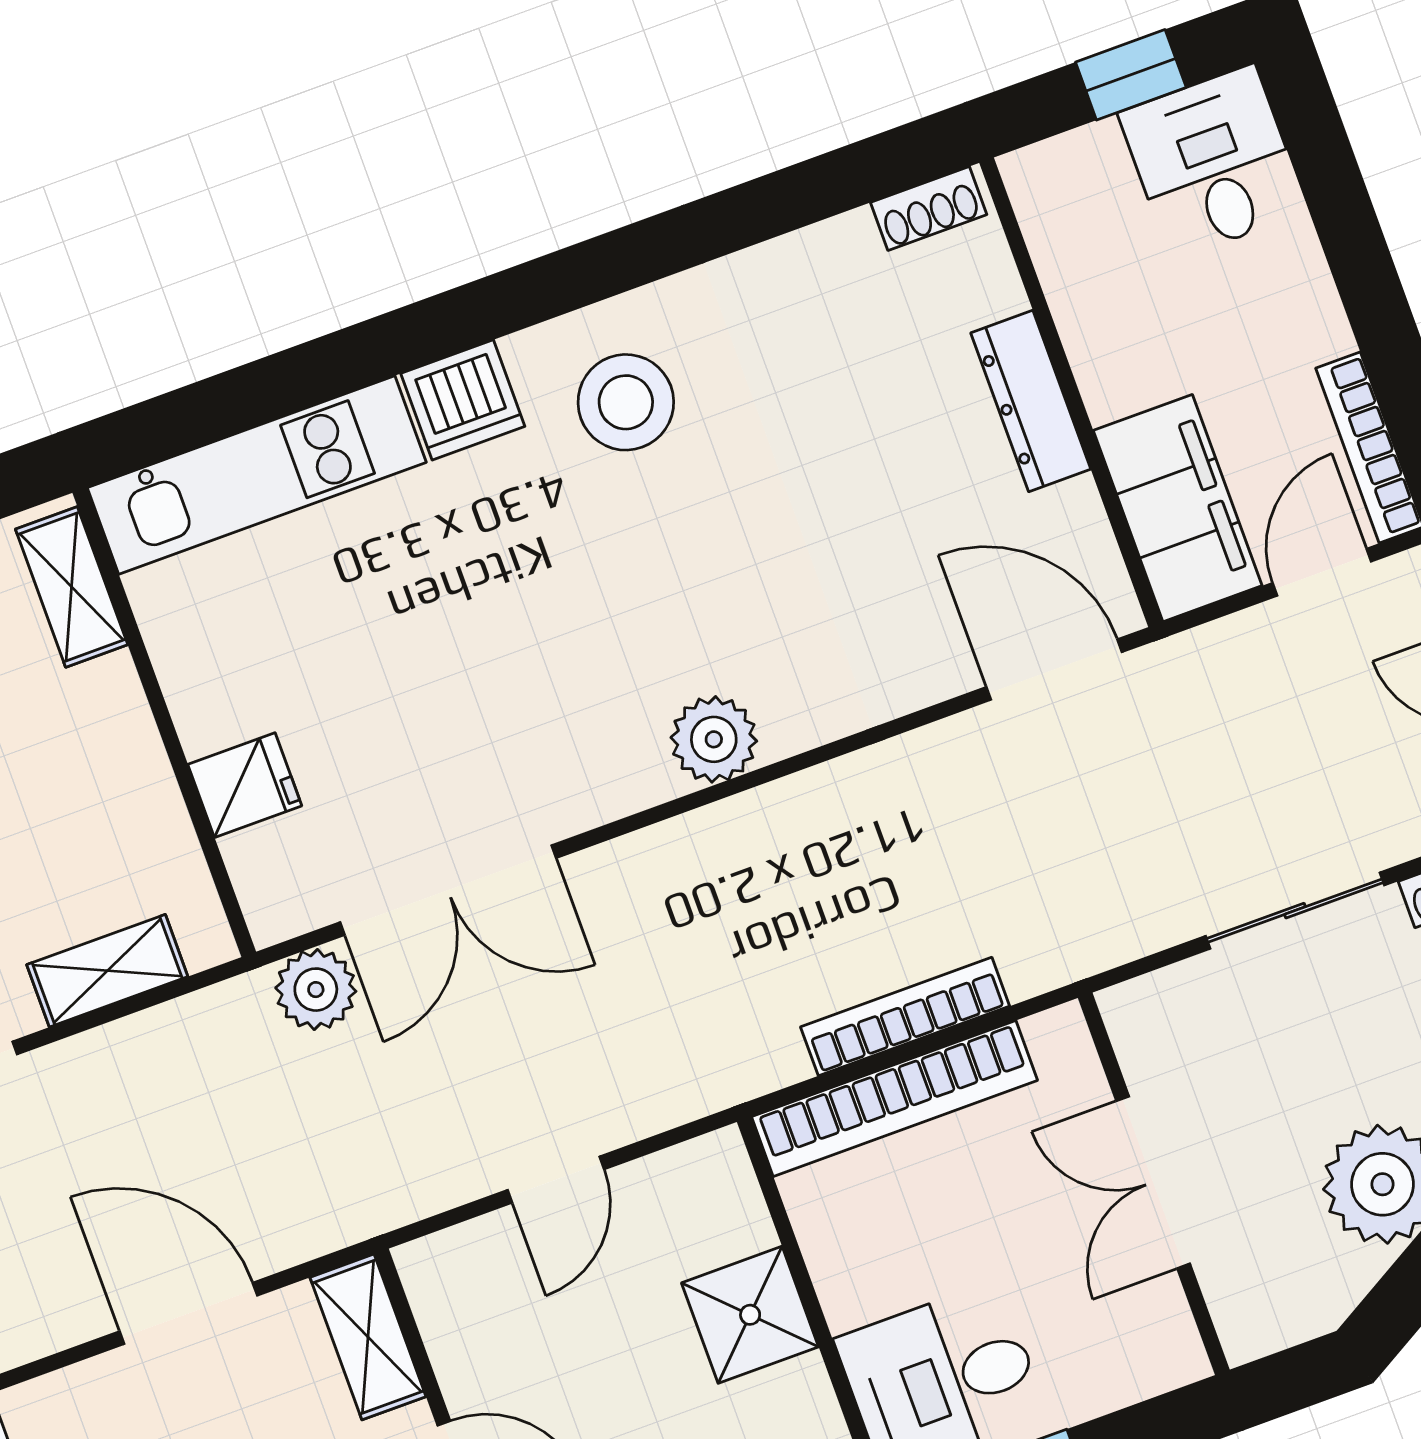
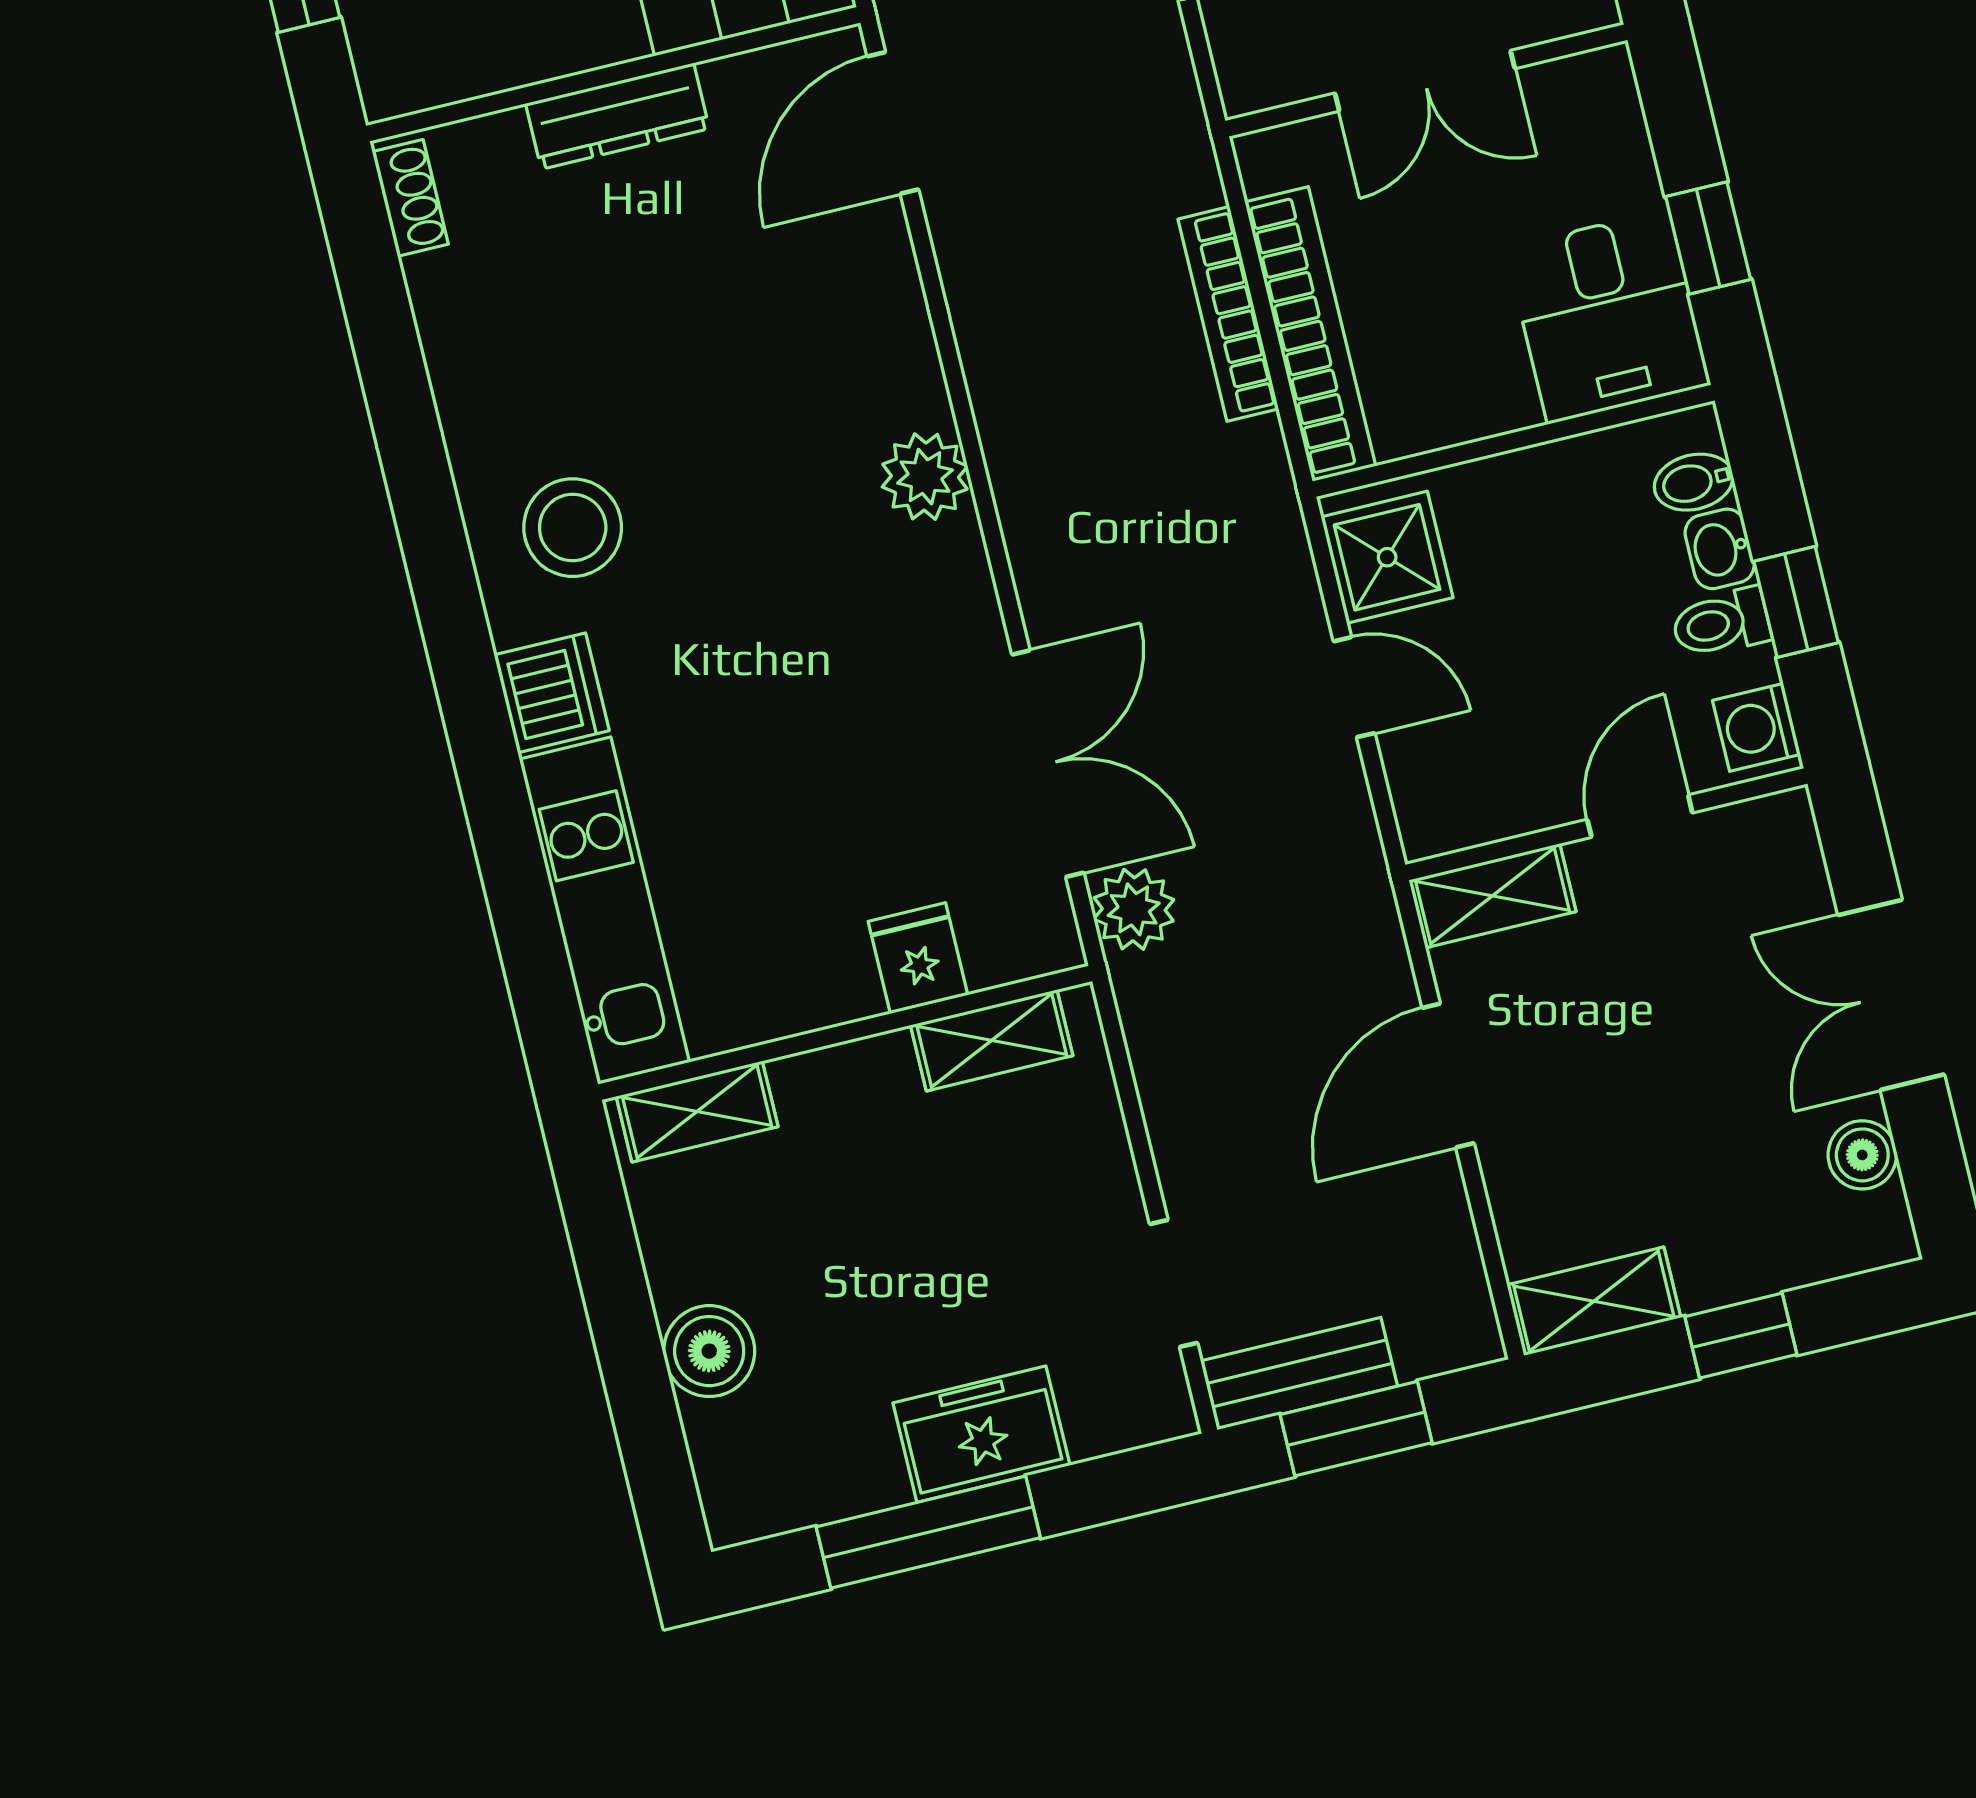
shelving: (107, 971) -> (992, 1040), moved, turned 90
shower: (750, 1315) -> (1387, 557), moved

